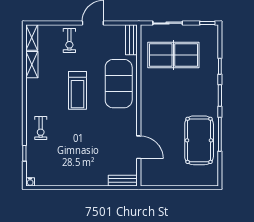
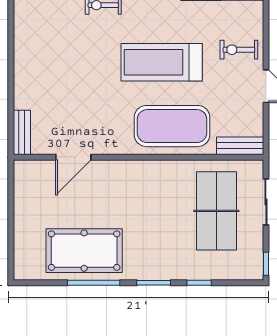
treadmill: (77, 90) -> (162, 62), width x1.37, depth x1.38

